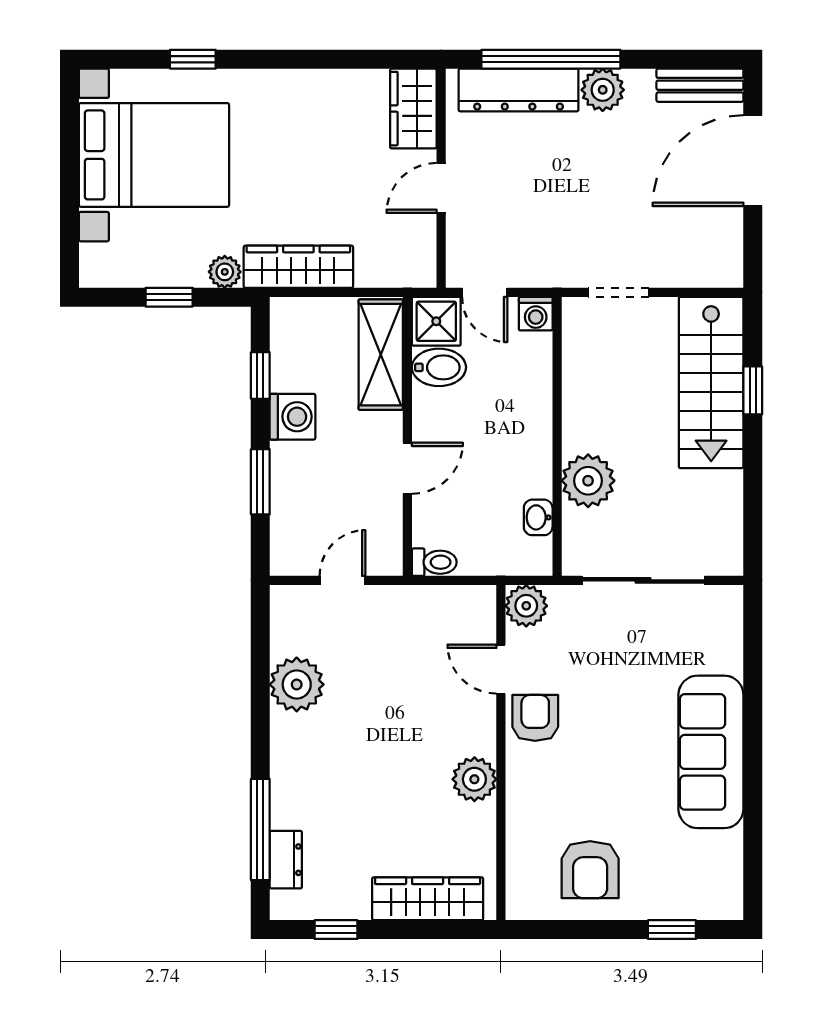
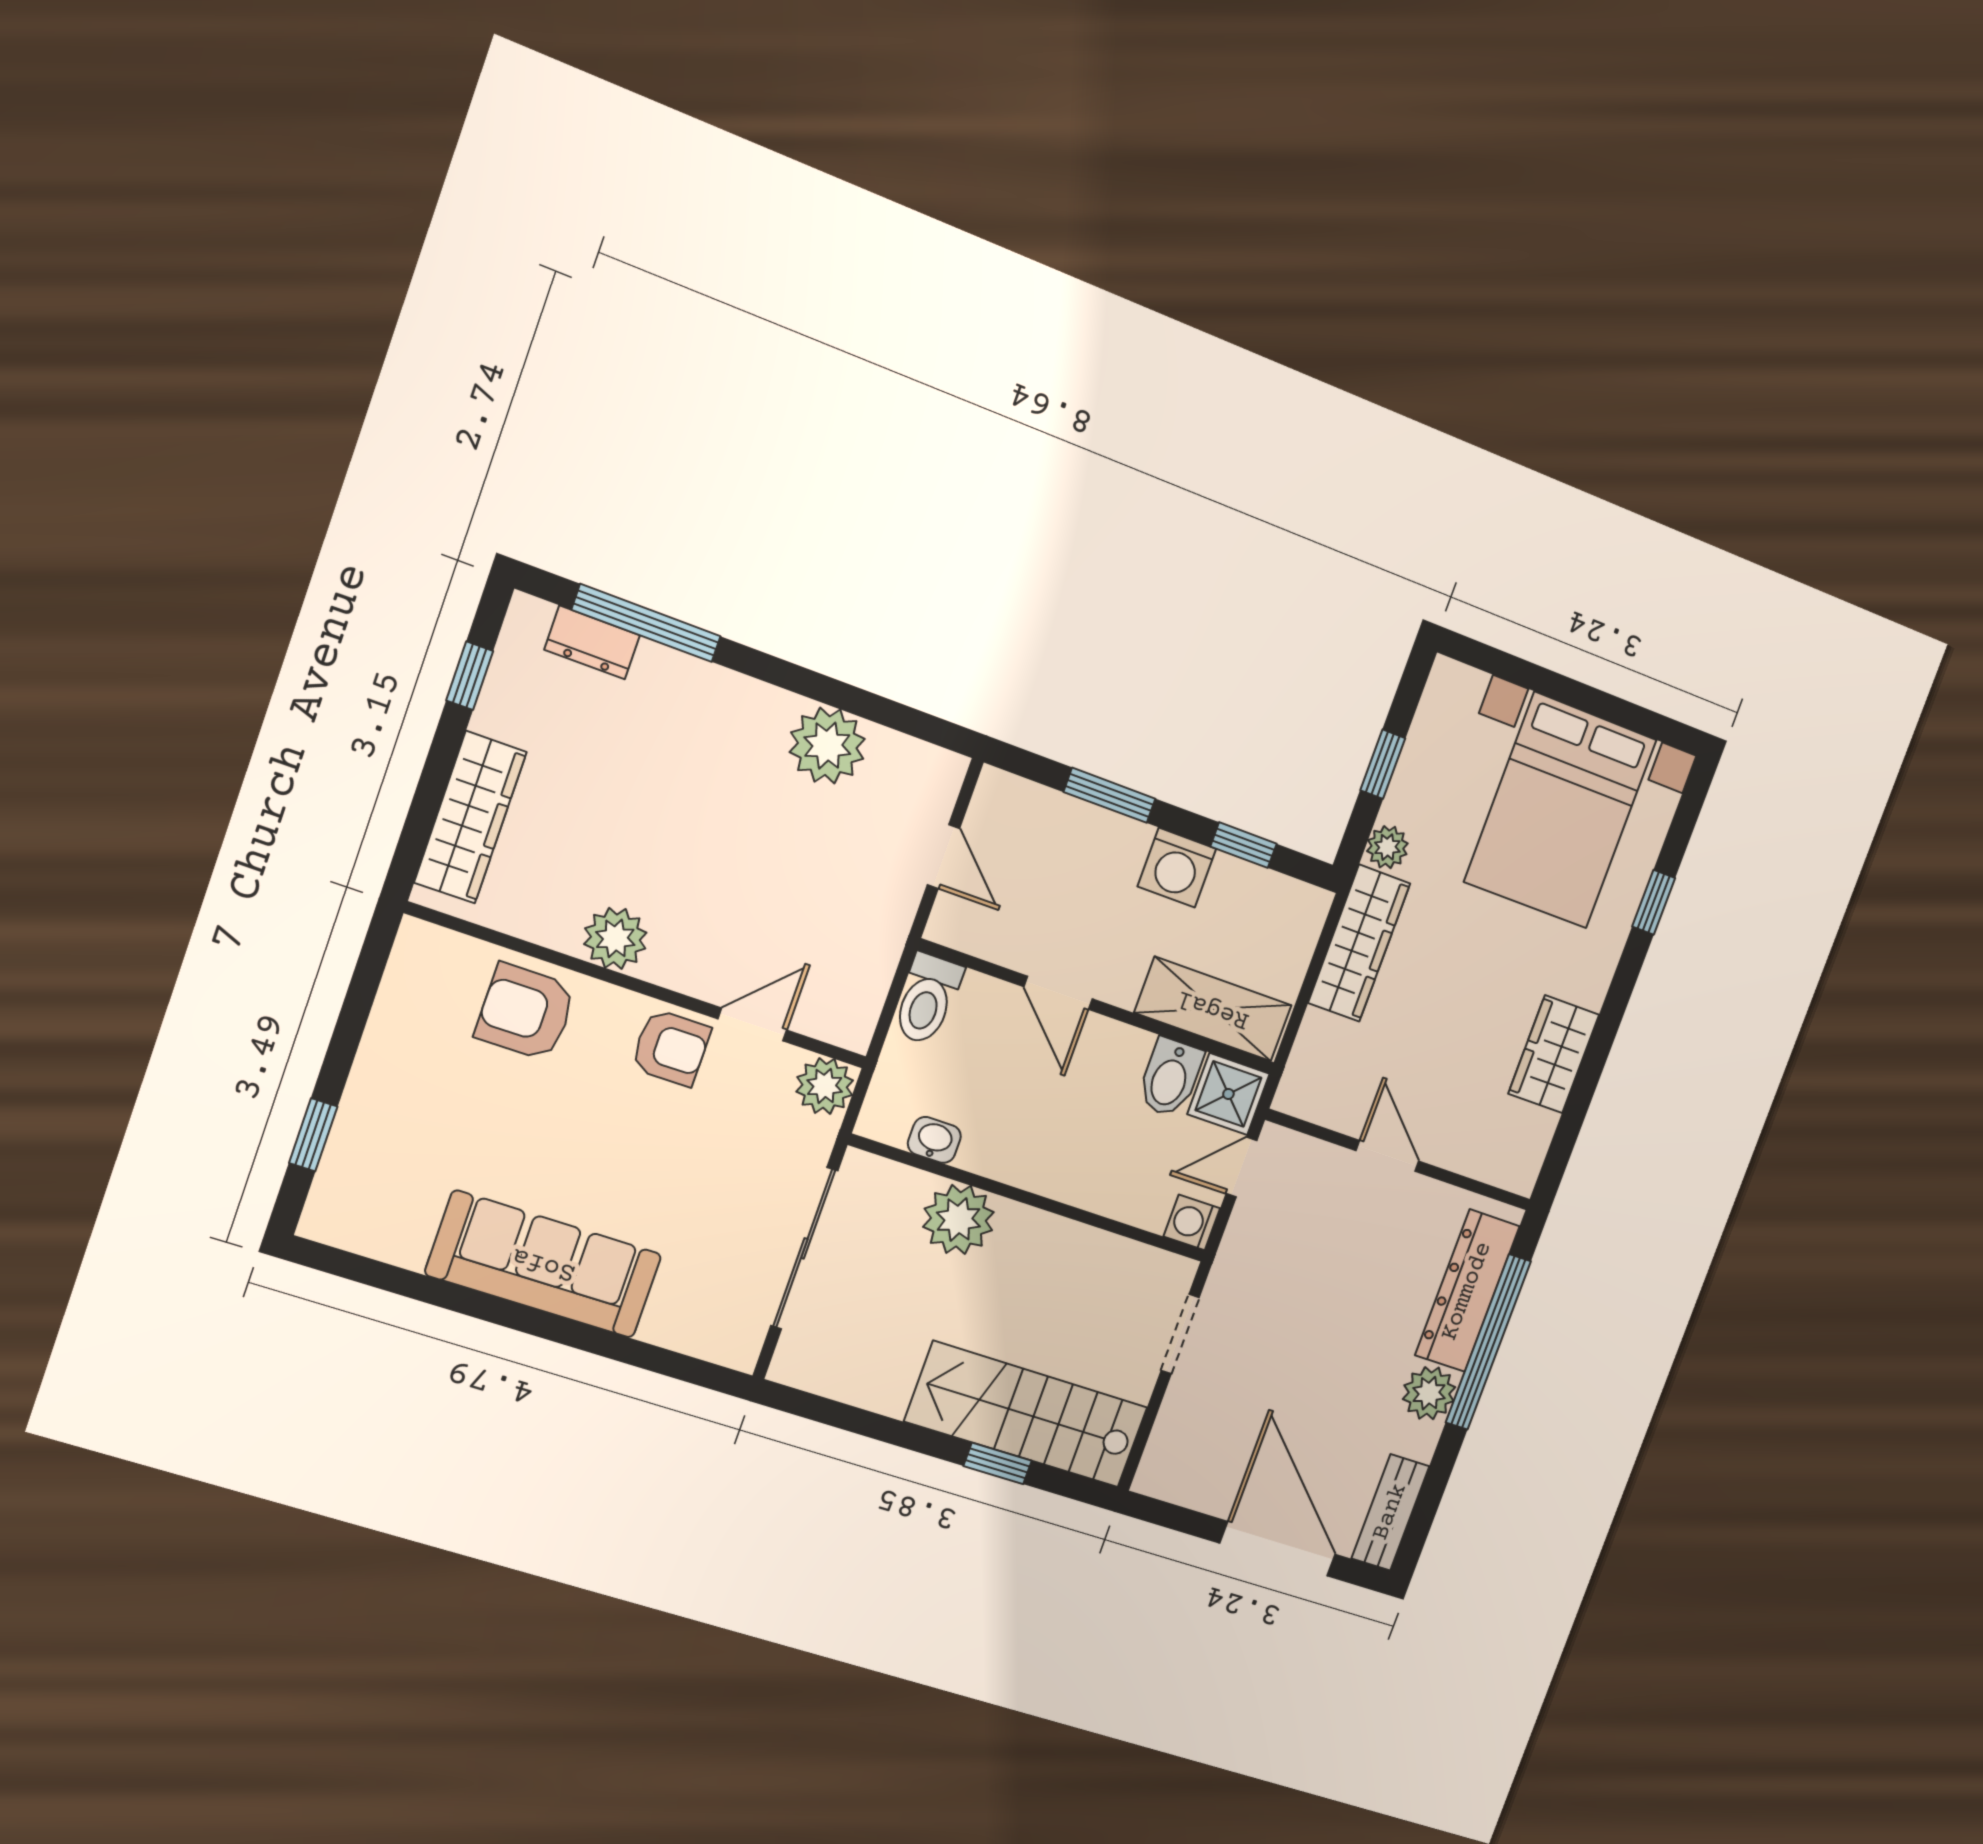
wardrobe: (413, 109) -> (1554, 1054), moved, turned -90
toilet: (434, 562) -> (927, 999), width x1.37, depth x1.39
armchair: (590, 870) -> (526, 1012), moved

